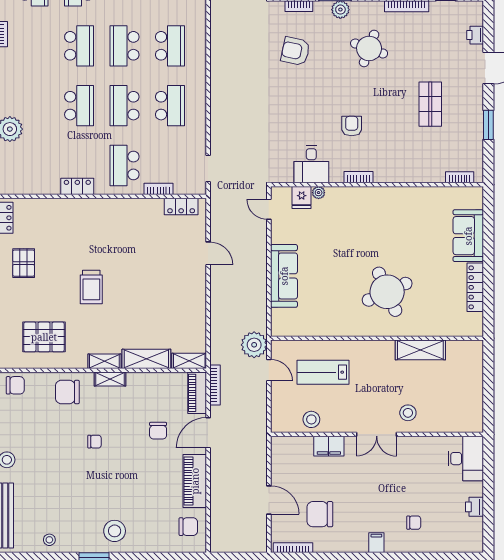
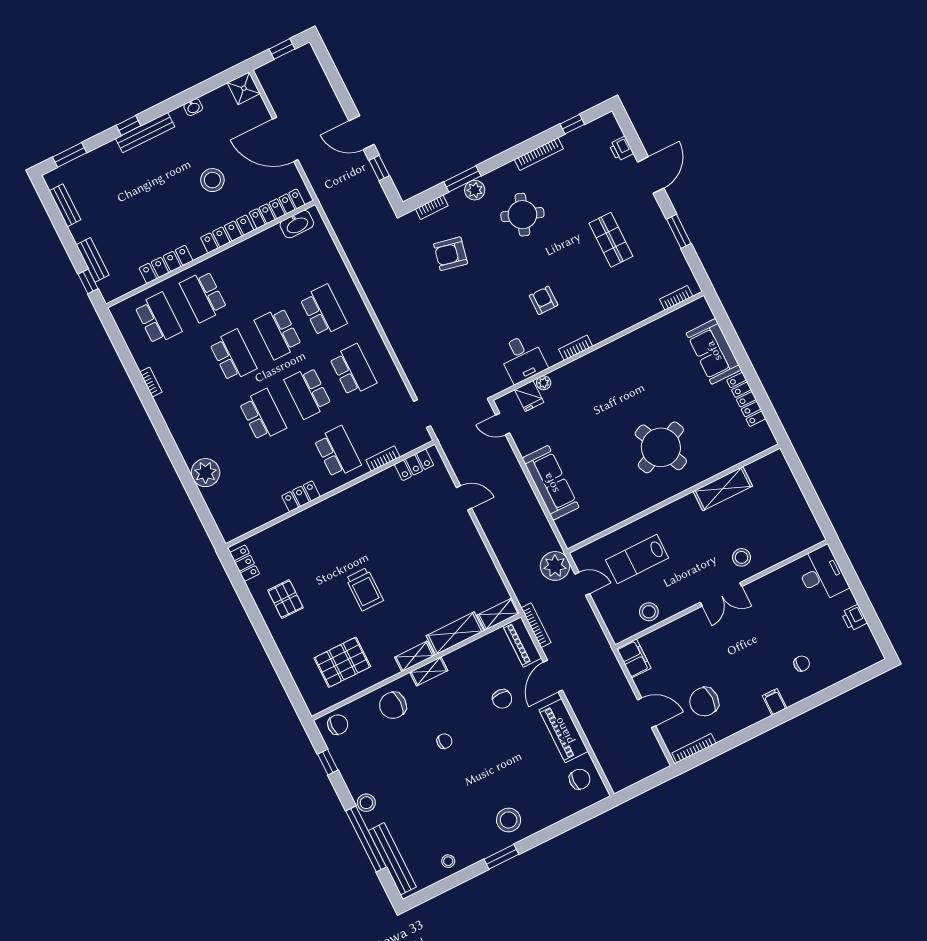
school desk: (125, 166) -> (337, 452), turned 180
filing cabinet: (329, 446) -> (634, 658), moved, turned -90

